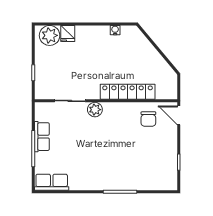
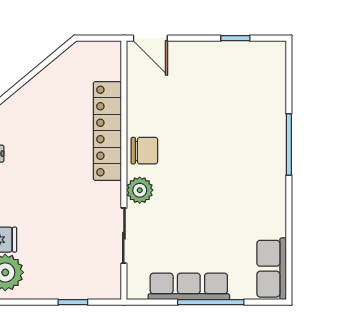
door: (179, 115) -> (150, 38), hinge flipped
chair: (148, 119) -> (144, 151), moved
row of seats: (42, 137) -> (189, 286), width x1.48

